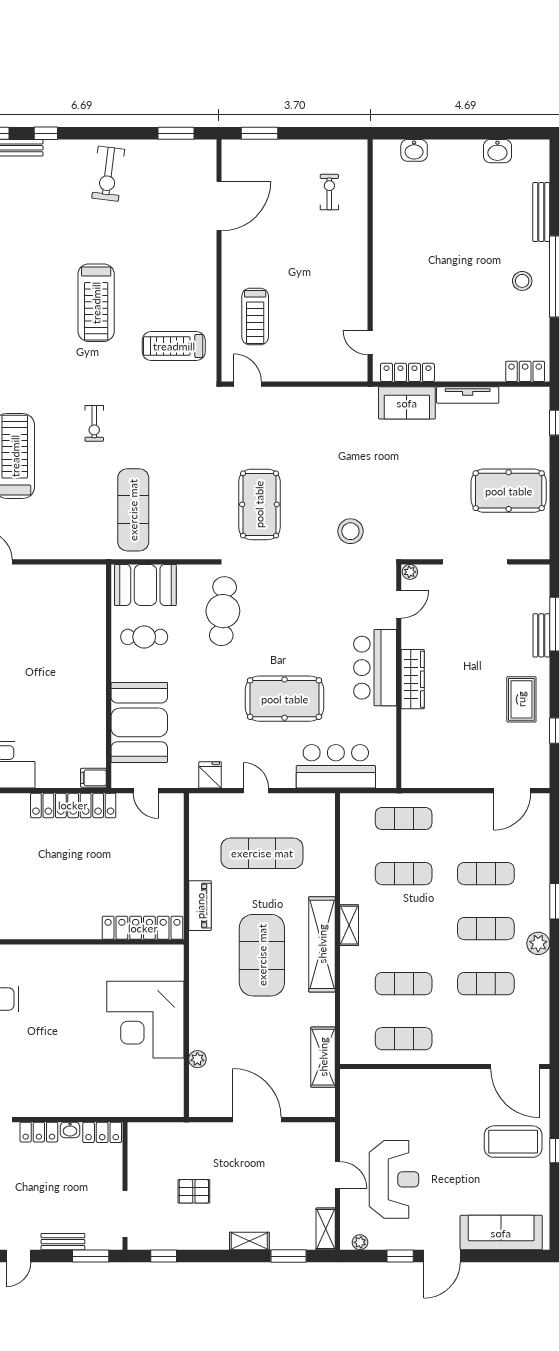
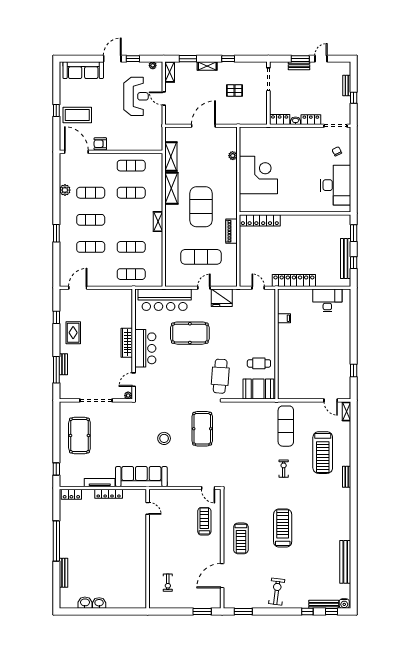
washbasin: (414, 150) -> (99, 603), moved
stool: (522, 281) -> (73, 539), removed
treadmill: (174, 346) -> (241, 538), moved, turned 90
locker: (407, 372) -> (109, 494), moved
sofa: (407, 403) -> (141, 477), width x1.85, depth x1.27
pool table: (509, 491) -> (79, 435), turned 90
exercise mat: (133, 510) -> (286, 426), moved
stool: (350, 531) -> (164, 438), moved
booth: (139, 722) -> (261, 321), removed
bar counter: (336, 766) -> (165, 300), width x1.36
fridge: (210, 775) -> (222, 298), width x1.88, depth x1.34
filing cabinet: (93, 778) -> (284, 318), moved
door: (256, 791) -> (204, 288), swing flipped
plant: (538, 943) -> (65, 190), moved
shelving: (322, 944) -> (171, 188), moved, width x0.68
armchair: (466, 1083) -> (100, 144), added
door: (257, 1120) -> (203, 126), swing flipped
reception desk: (394, 1179) -> (136, 96), turned 180
window: (91, 1256) -> (300, 59), moved
window: (164, 1256) -> (228, 59), moved

